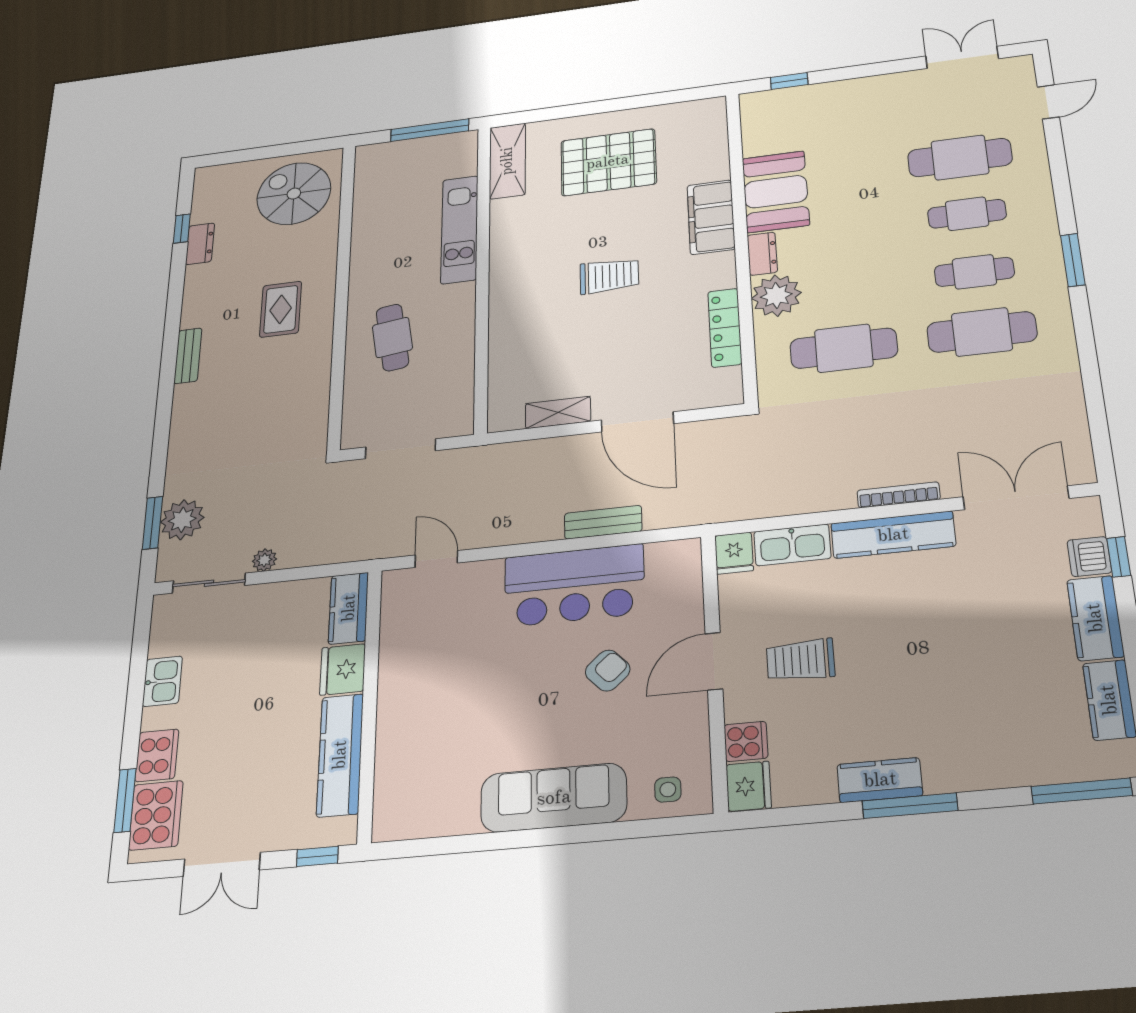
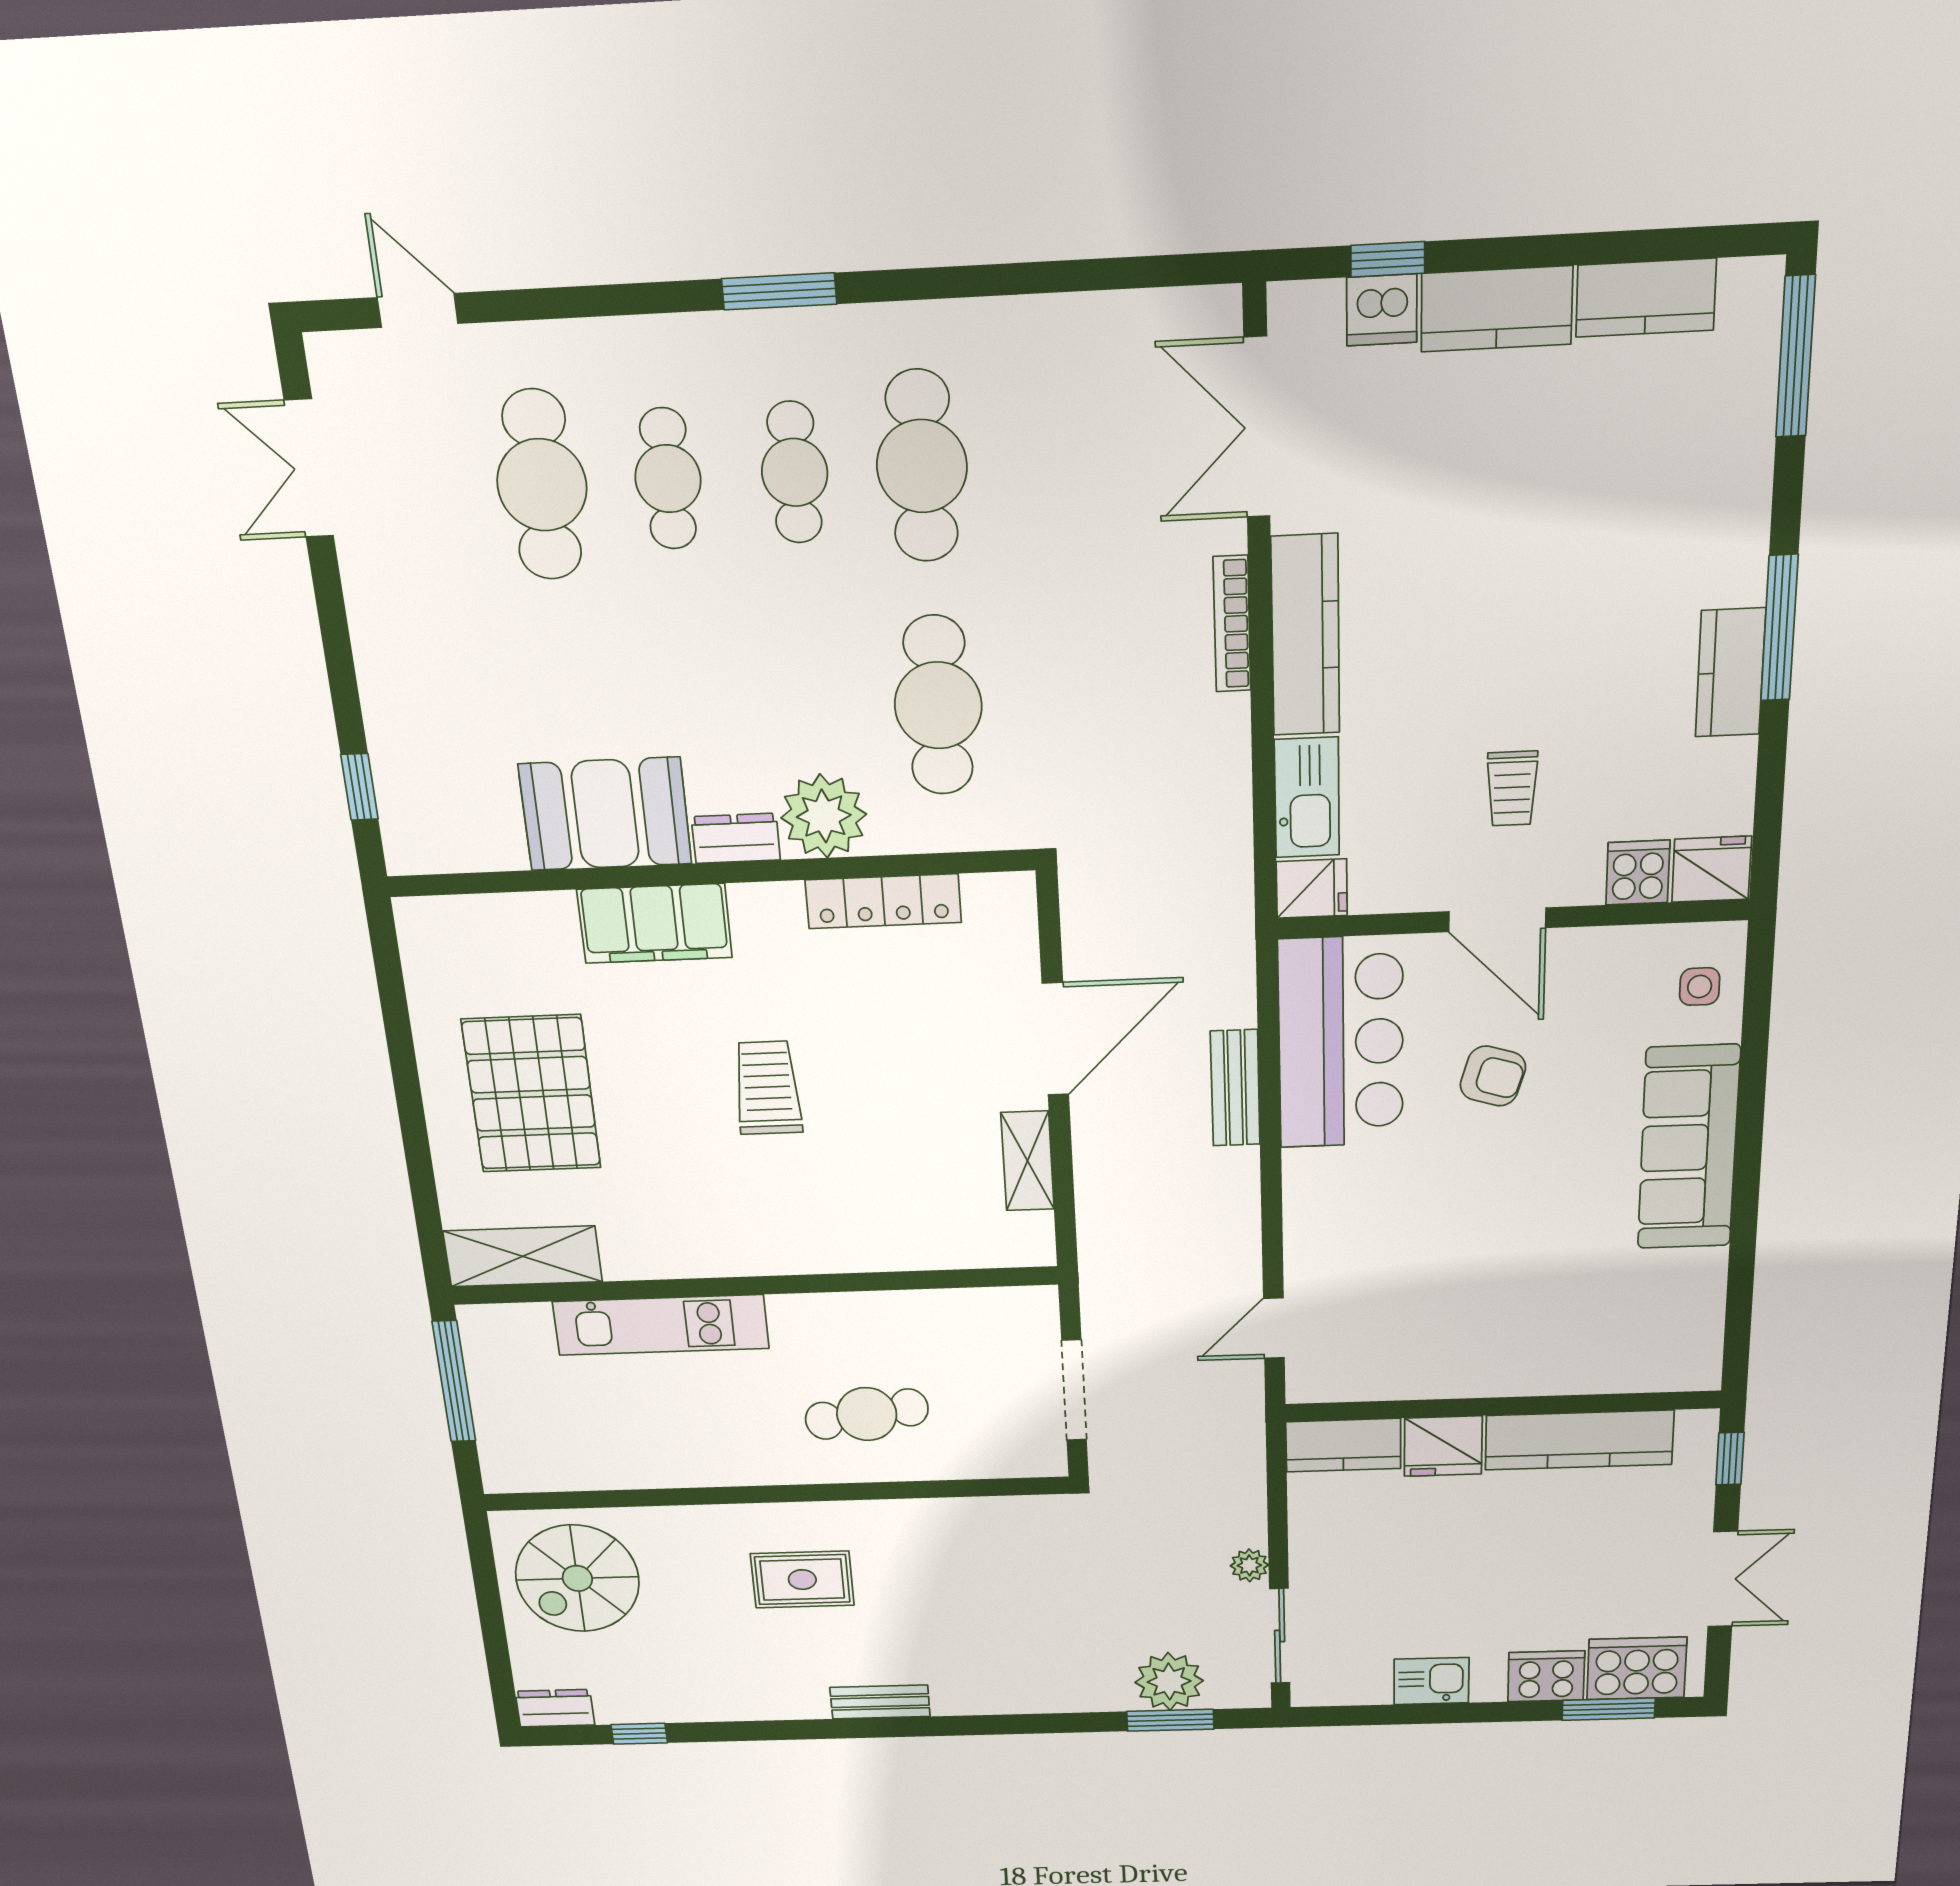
dresser: (200, 244) -> (555, 1708), moved
bar counter: (574, 585) -> (1341, 1042), moved
trolley: (800, 660) -> (1512, 789), width x0.73, depth x0.72
armchair: (608, 671) -> (1493, 1076), turned 150

